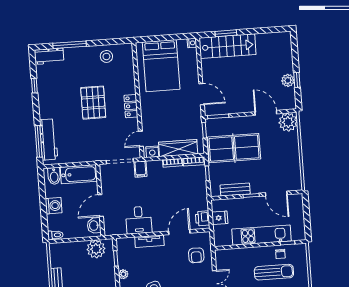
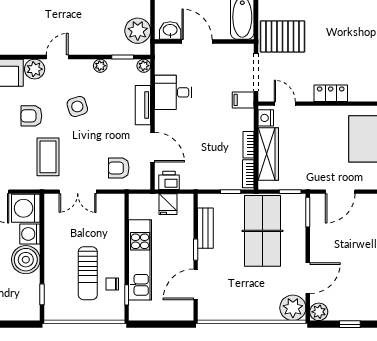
plant: (288, 80) -> (319, 312), moved
pallet: (93, 103) -> (283, 36), moved
plant: (121, 243) -> (144, 66), added

